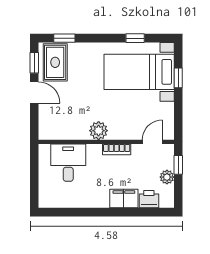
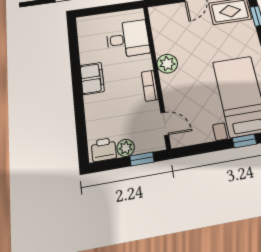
filing cabinet: (124, 199) -> (92, 78), moved
printer: (149, 199) -> (104, 150), moved, turned -90

